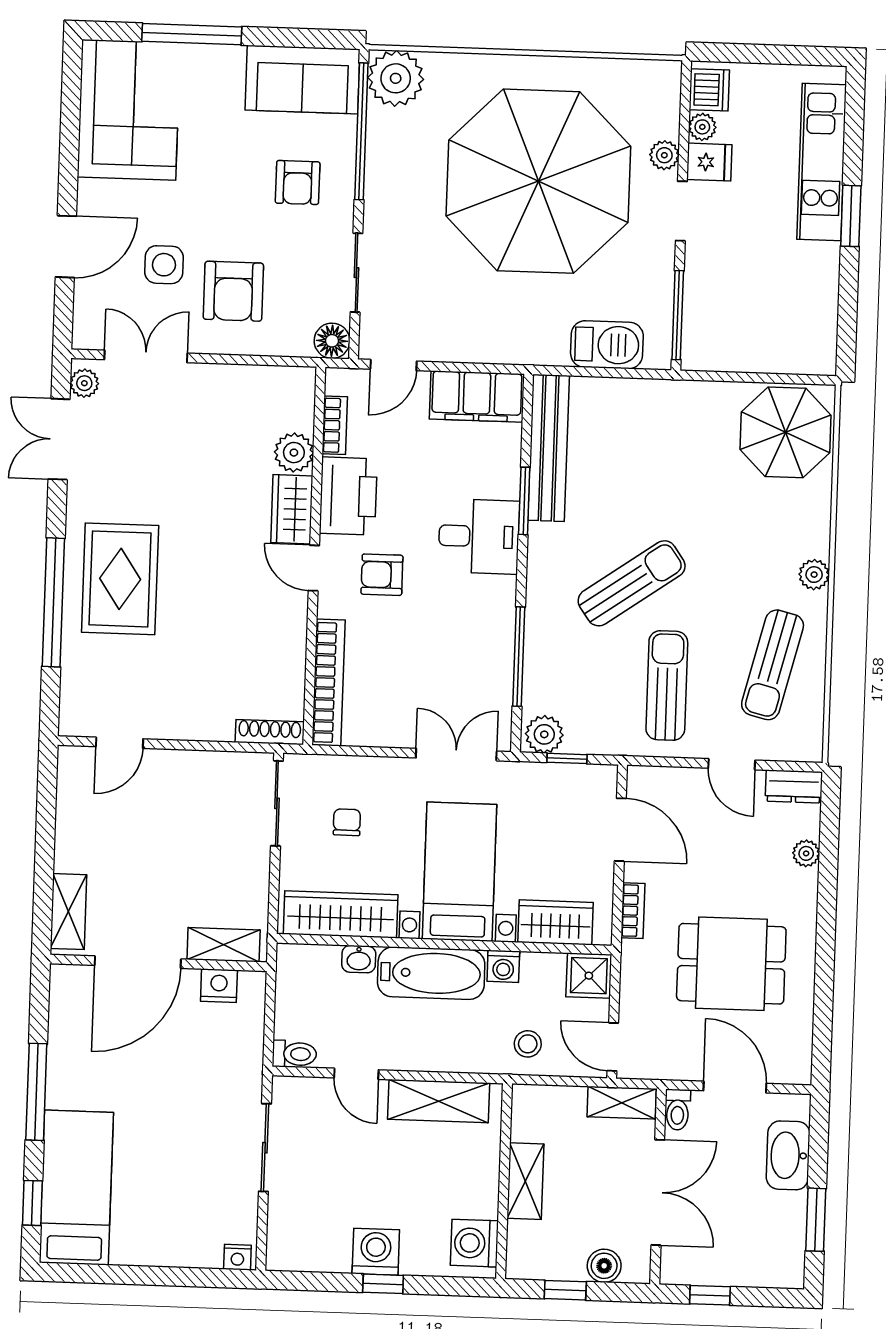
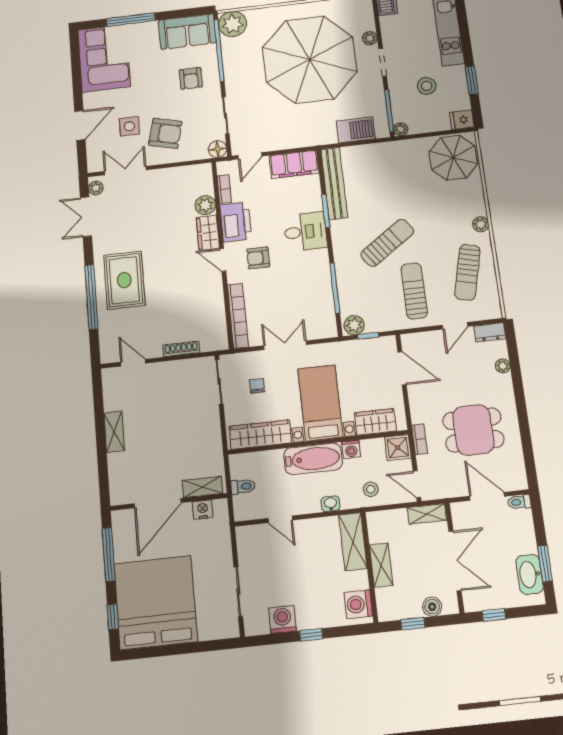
plant: (702, 127) -> (401, 129), moved
fridge: (709, 162) -> (462, 120), moved, turned 180
window: (851, 216) -> (472, 80), moved
stool: (759, 275) -> (427, 86), added
armchair: (233, 291) -> (165, 133), turned -76
shoe rack: (270, 732) -> (181, 349), moved
door: (119, 743) -> (133, 363), swing flipped
double door: (456, 755) -> (285, 345), moved
door: (732, 764) -> (455, 326), hinge flipped
bookcase: (633, 911) -> (420, 439), moved
shelving: (68, 912) -> (114, 432), moved
shelving: (224, 945) -> (202, 487), moved
washbasin: (359, 959) -> (331, 504), moved, turned 180
door: (138, 962) -> (158, 503), moved
wall: (158, 963) -> (169, 502), moved
nightstand: (219, 986) -> (203, 510), moved
toilet: (294, 1054) -> (243, 487), moved
shelving: (439, 1101) -> (353, 542), moved, turned 90
toilet: (678, 1110) -> (519, 502), moved, turned 90
sliding door: (265, 1148) -> (238, 592), moved
washbasin: (788, 1155) -> (530, 574), moved
bed: (76, 1188) -> (156, 602), width x2.04
washing machine: (376, 1252) -> (282, 619), moved
nightstand: (237, 1257) -> (229, 631), removed

